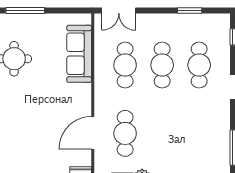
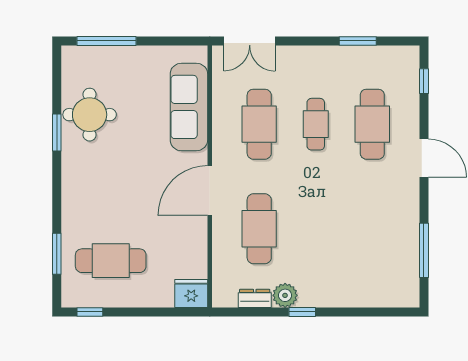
cafe table: (162, 65) -> (316, 124), width x0.73, depth x0.74
door: (93, 133) -> (210, 190), moved
cafe table: (28, 154) -> (111, 261), added

